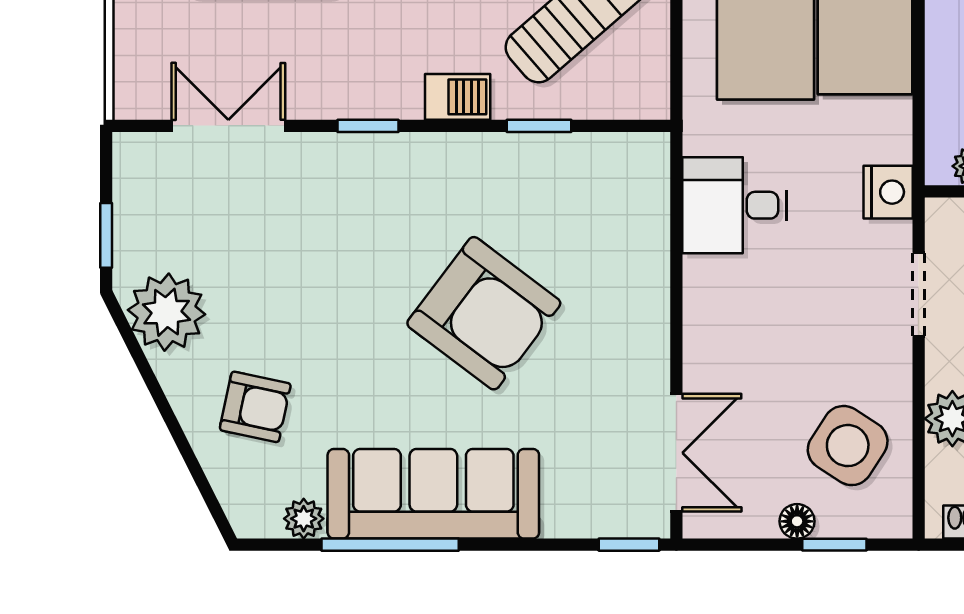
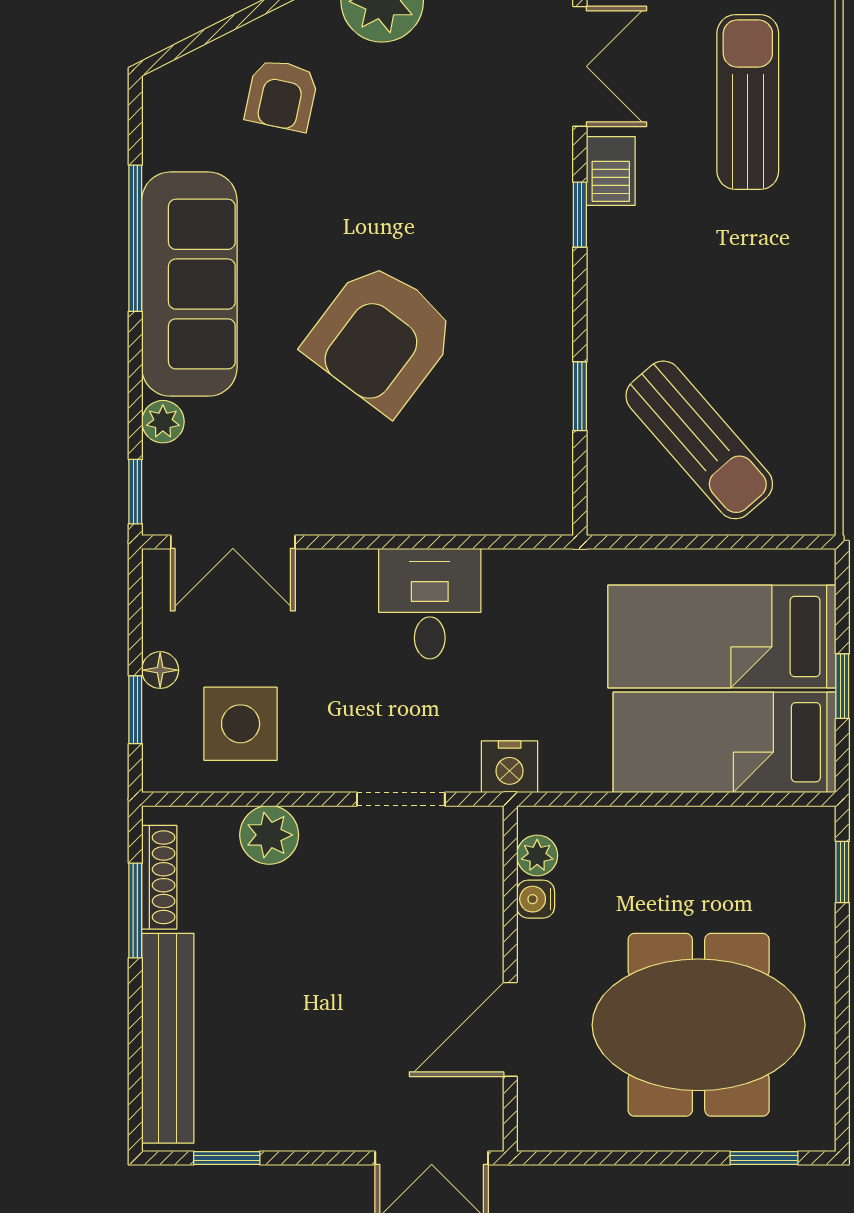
barbecue: (458, 97) -> (611, 171), moved
desk: (734, 205) -> (430, 604), moved
side table: (848, 446) -> (241, 724), turned -33
plant: (304, 519) -> (163, 422), moved

